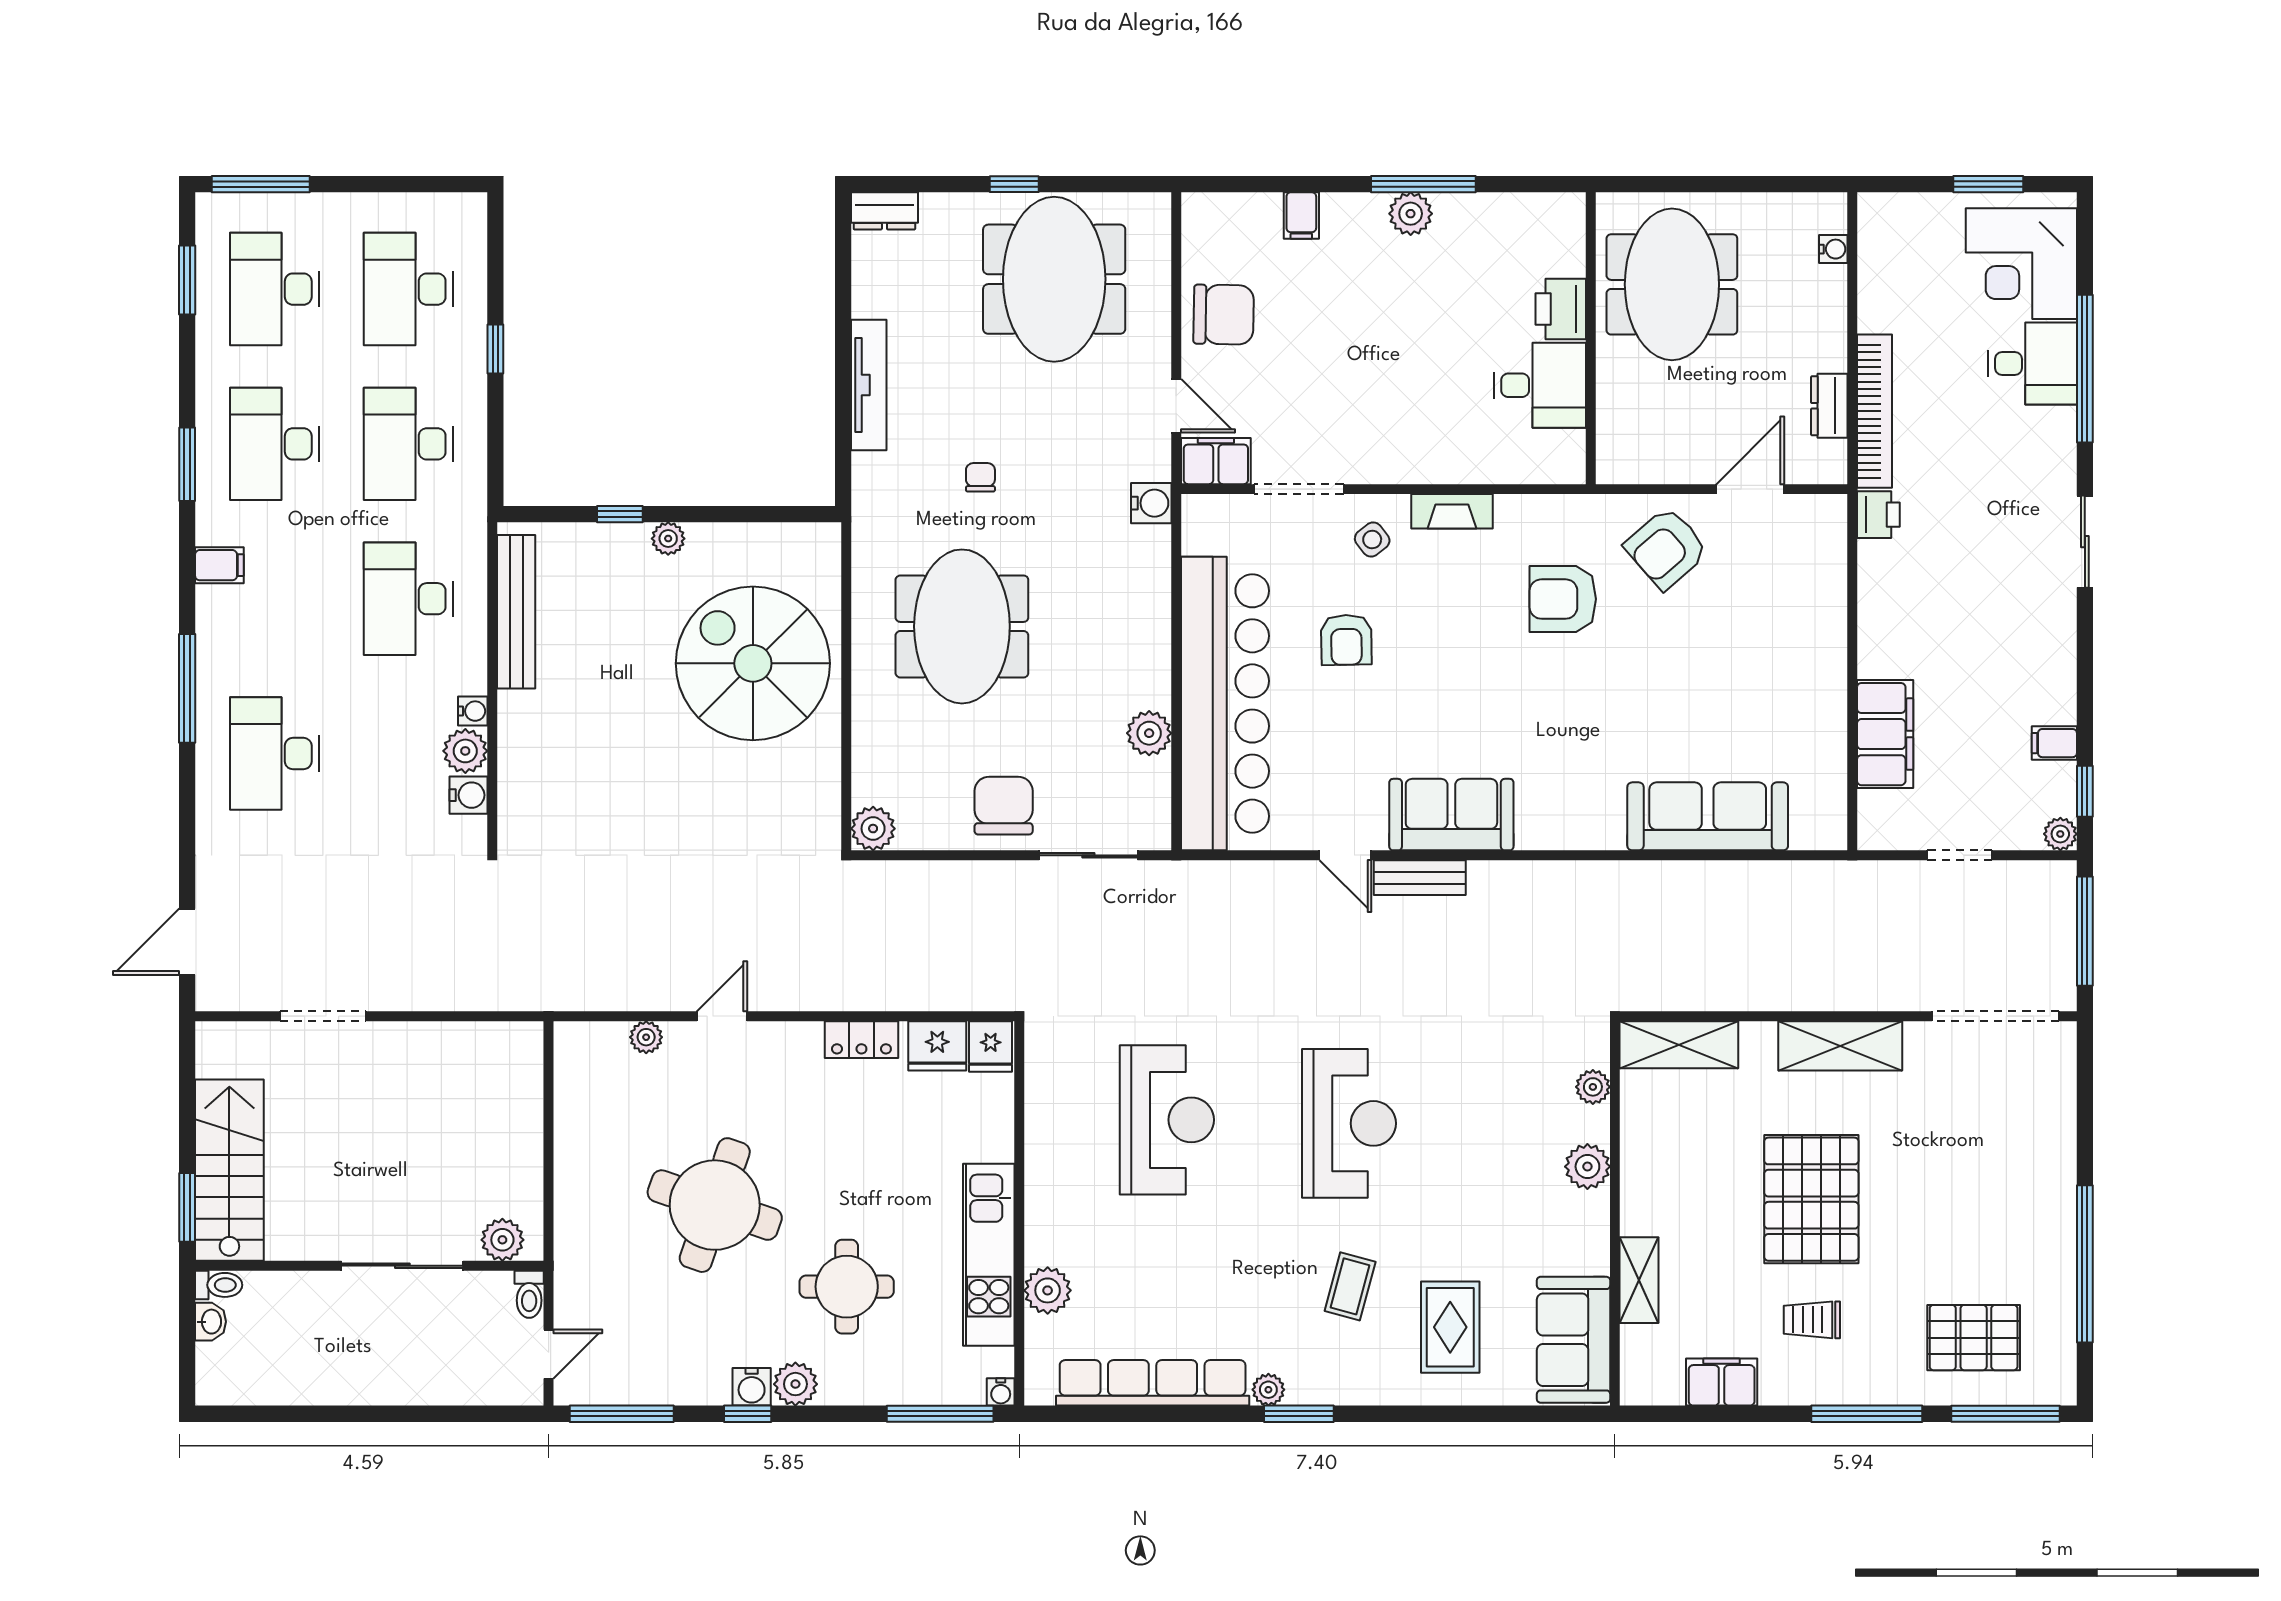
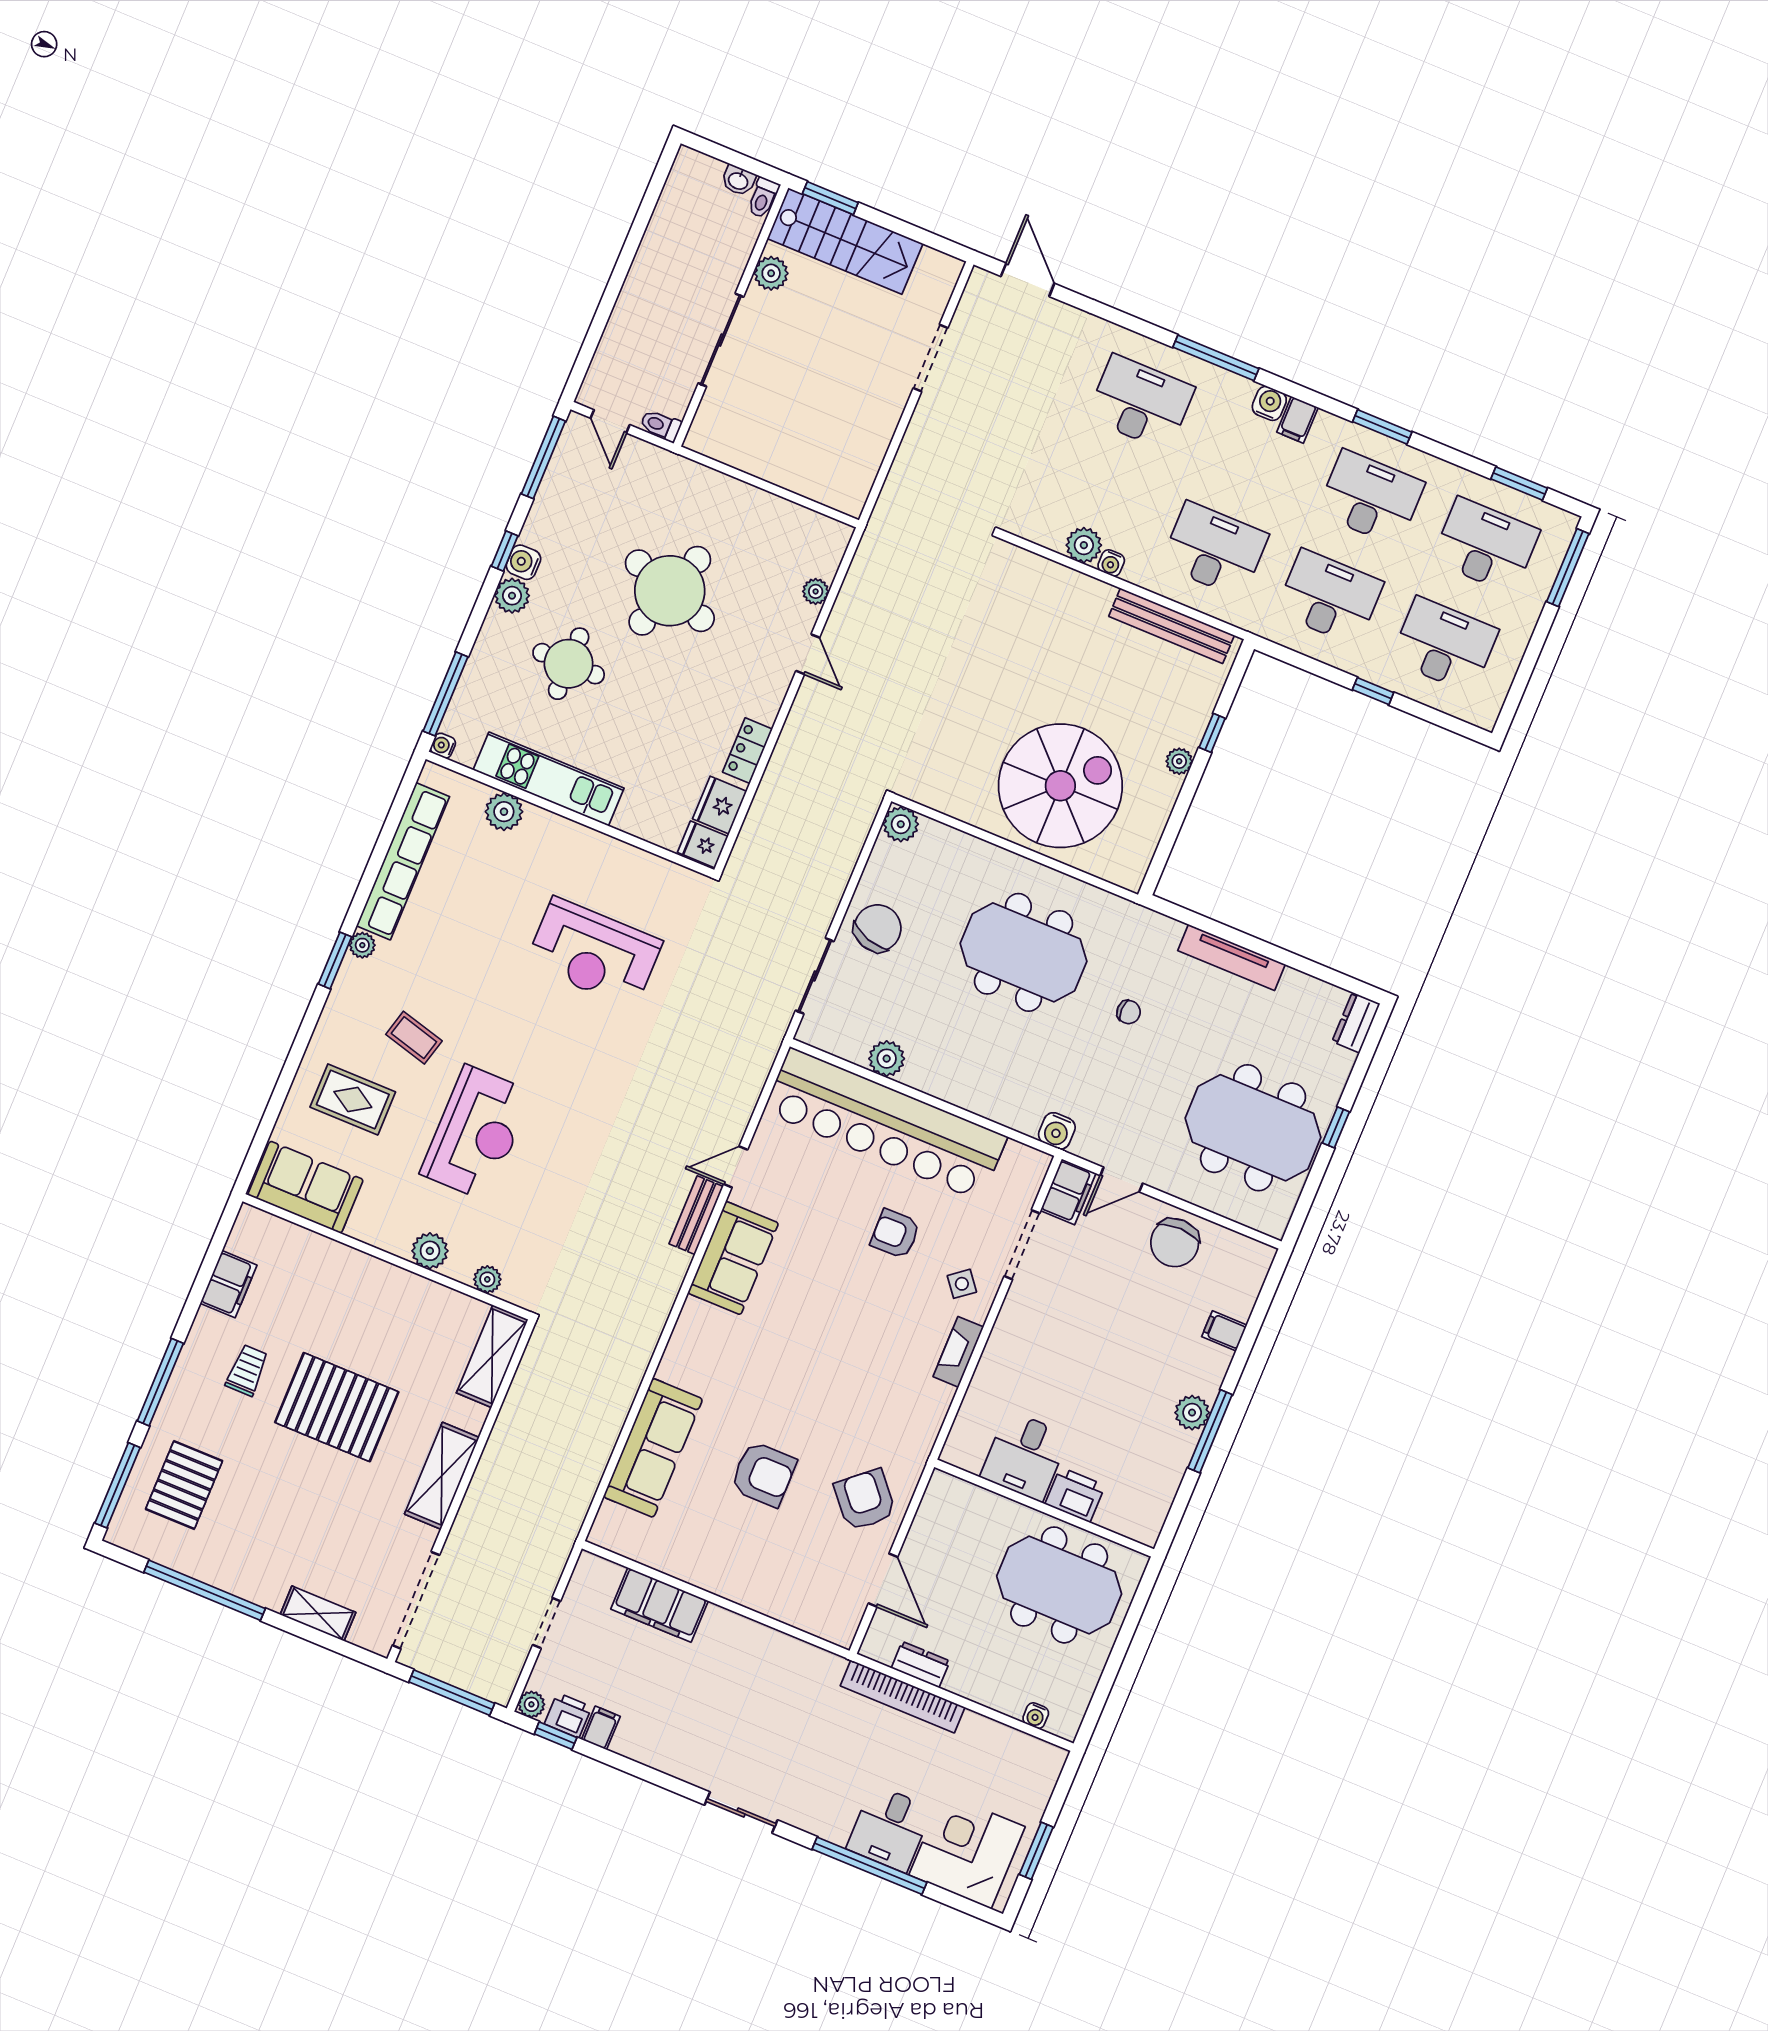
printer: (1878, 515) -> (568, 1715), moved, turned 180
armchair: (1563, 599) -> (763, 1474), moved, turned 90
water cooler: (469, 795) -> (1269, 403), moved, turned 180
chair: (1004, 806) -> (878, 928), turned -72
reception desk: (1349, 1123) -> (476, 1133), moved, turned -90
plant: (502, 1240) -> (771, 273), moved
shelving: (1639, 1280) -> (318, 1613), moved

